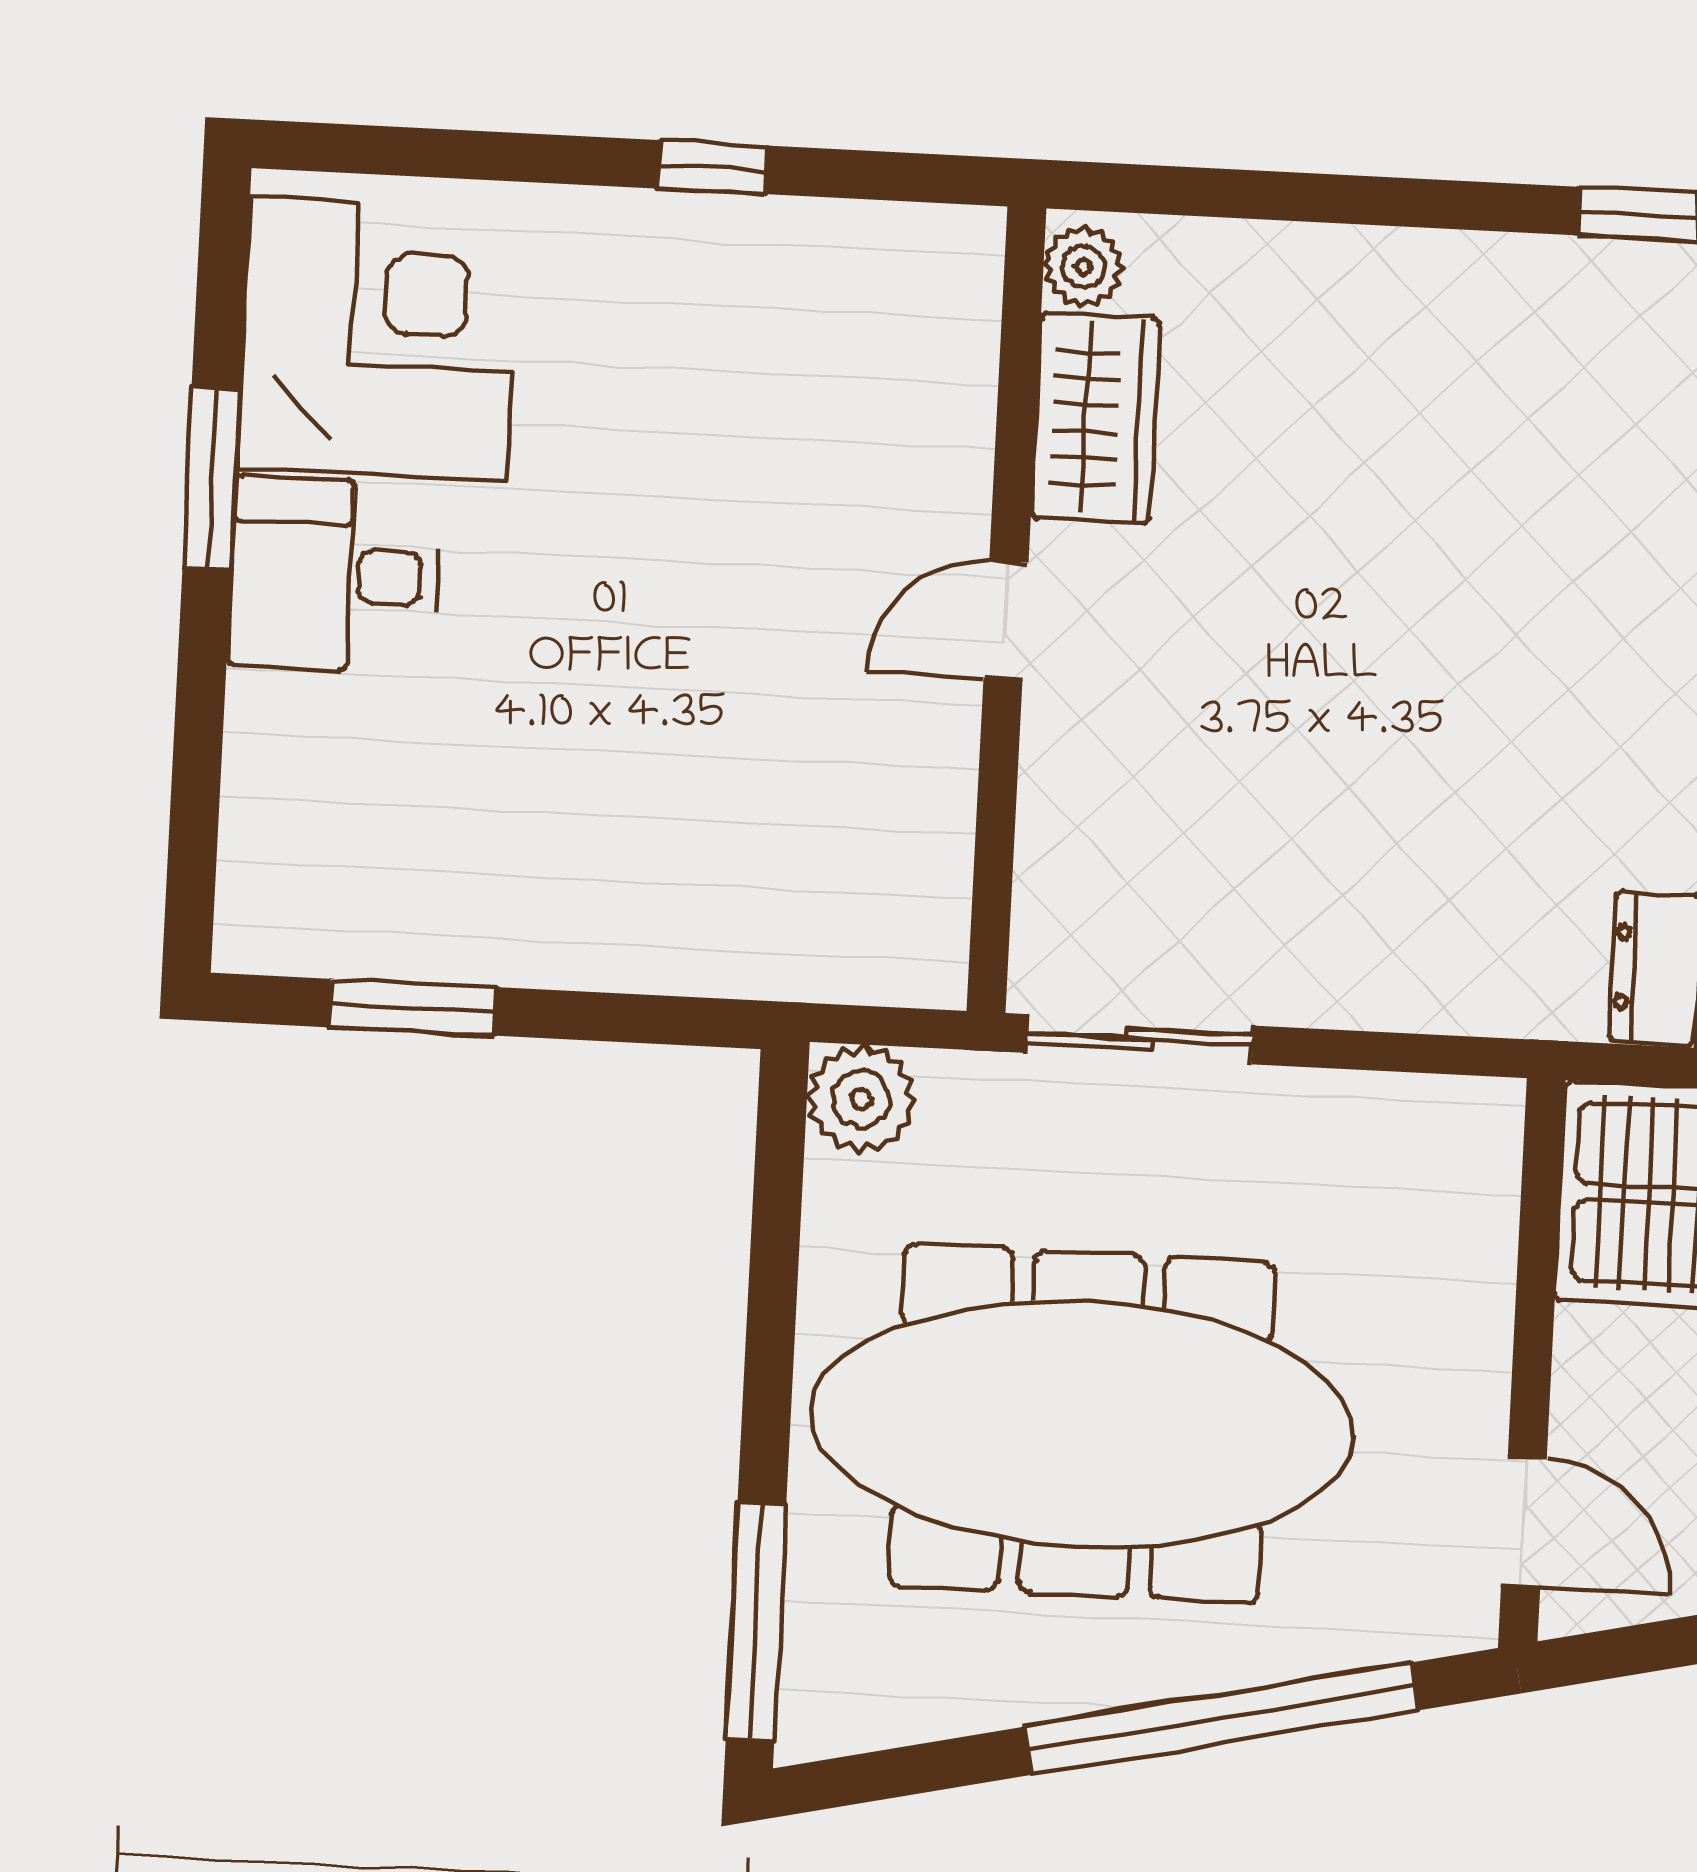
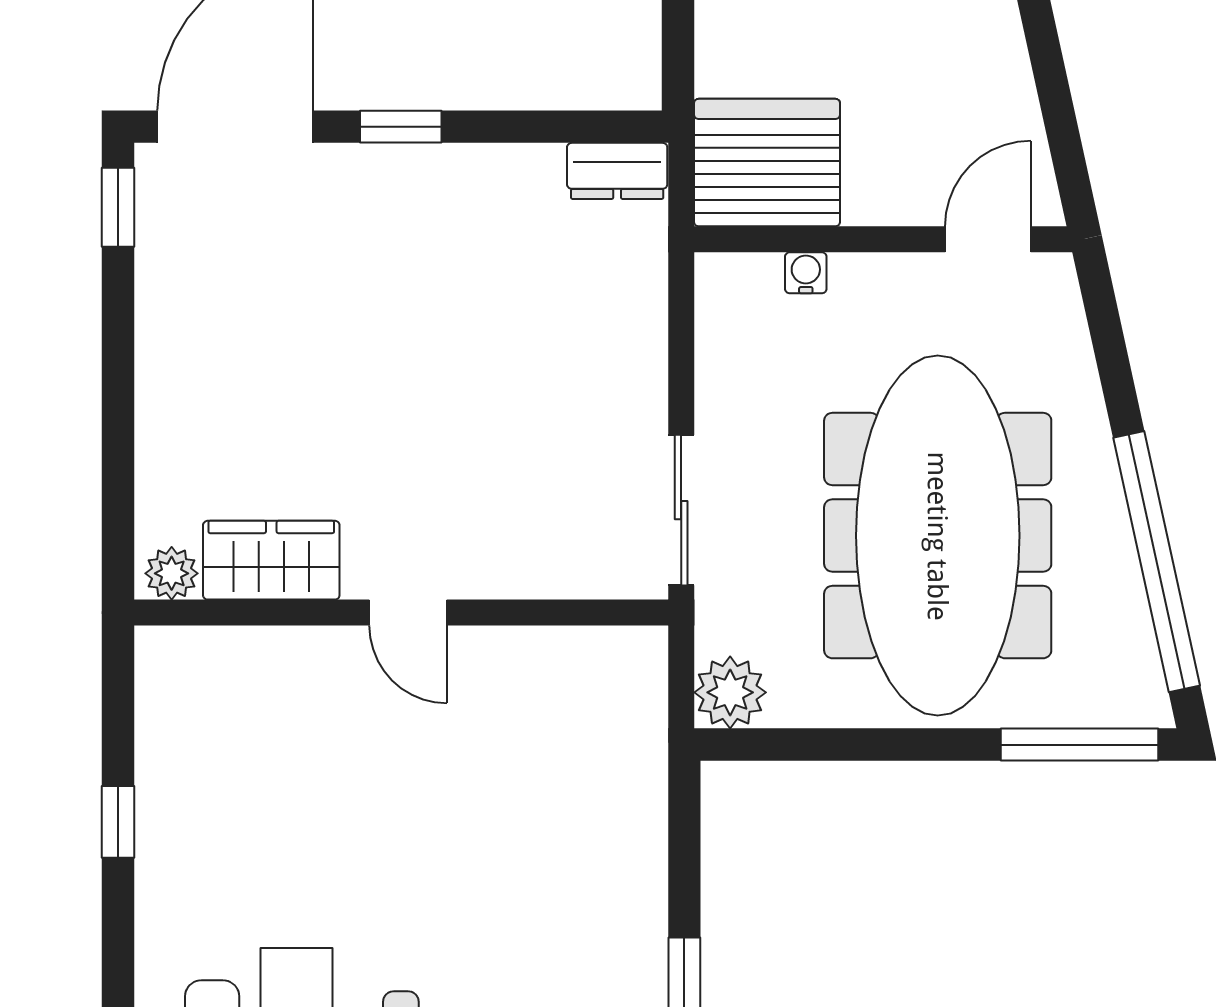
water cooler: (1487, 1245) -> (806, 273), added
window: (1222, 1718) -> (1157, 562), moved

